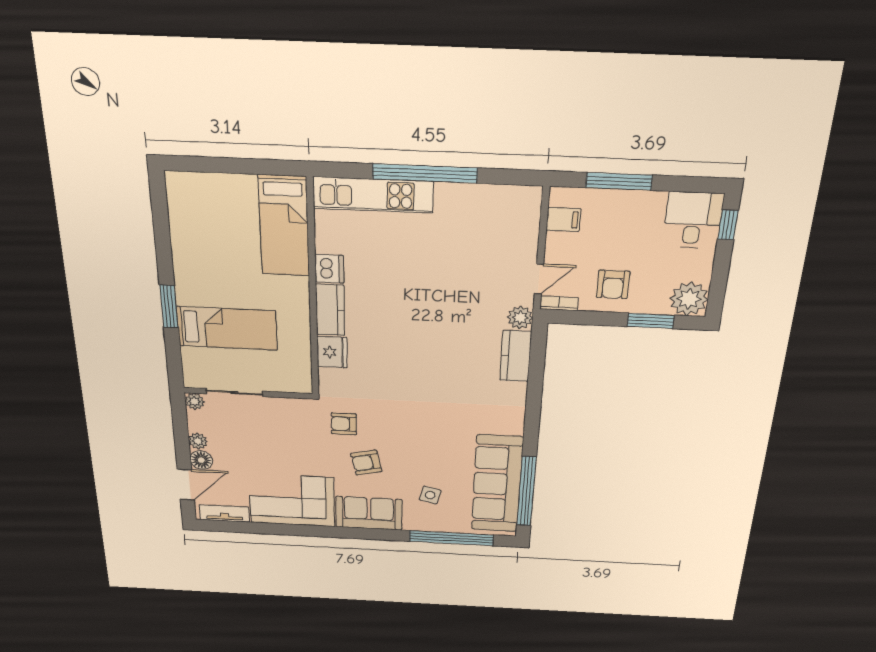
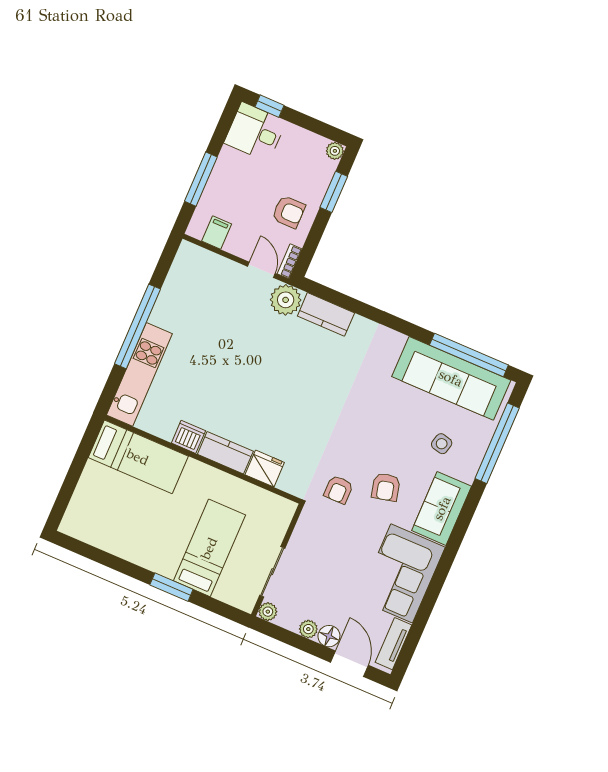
plant: (689, 299) -> (335, 151), width x0.53, depth x0.53
plant: (520, 318) -> (286, 300), width x1.36, depth x1.36

